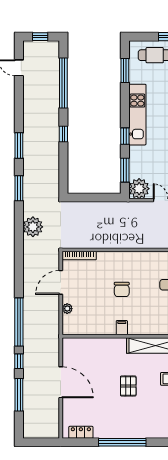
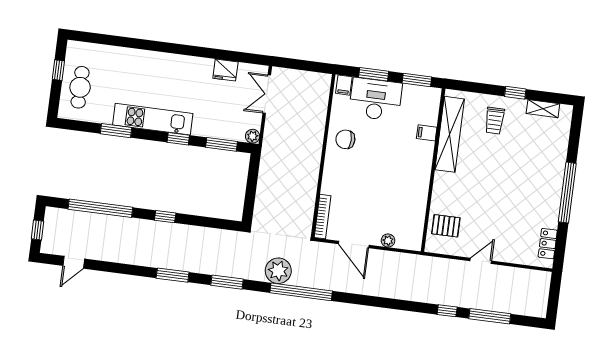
window: (125, 70) -> (116, 131), moved
plant: (139, 189) -> (253, 136), width x0.53, depth x0.53
chair: (122, 289) -> (345, 139), moved, turned 180
window: (19, 322) -> (301, 292), moved
filing cabinet: (122, 328) -> (427, 133), moved
door: (61, 382) -> (481, 261), width x0.53
pallet: (128, 386) -> (446, 226), moved

